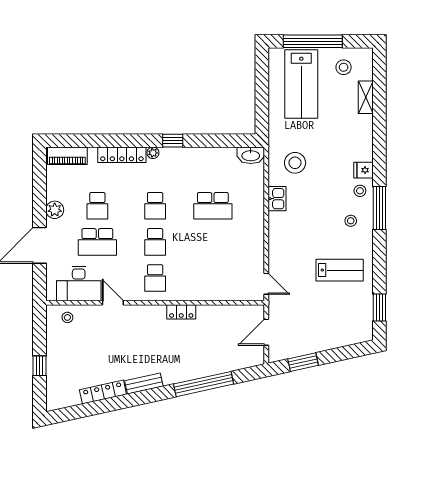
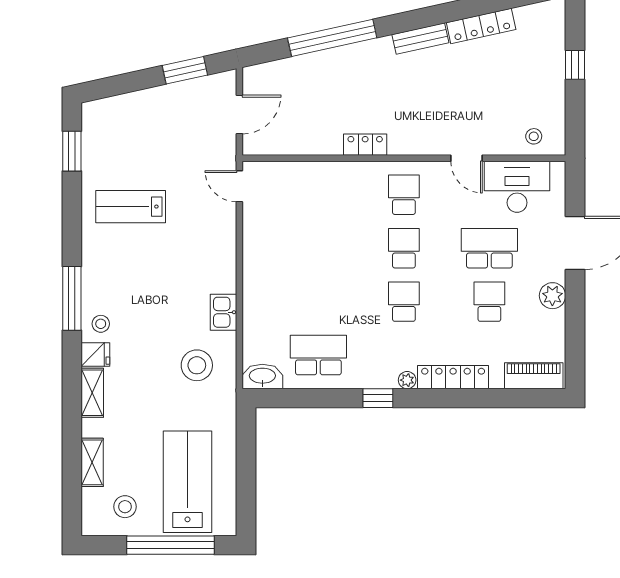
shelving: (366, 144) -> (92, 393), added
school desk: (213, 206) -> (318, 355), moved
stool: (351, 221) -> (114, 279), removed

